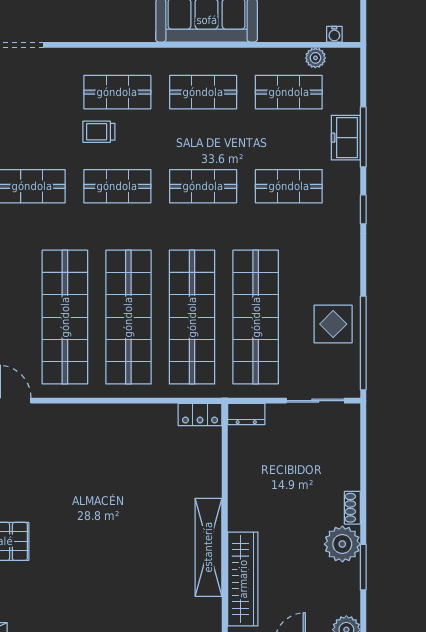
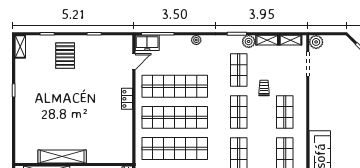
trolley: (99, 132) -> (264, 88), moved
locker: (200, 415) -> (127, 99), moved

